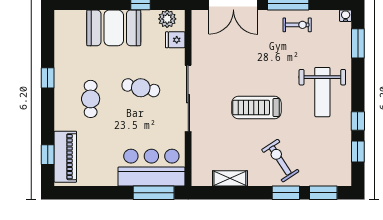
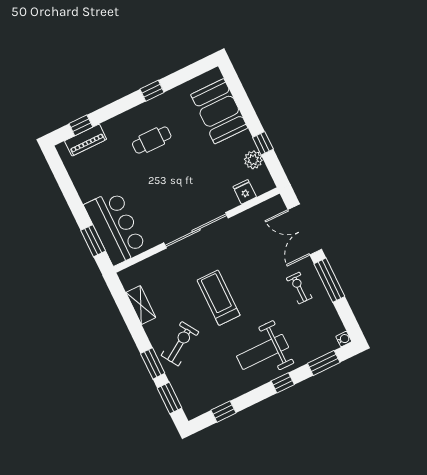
plant: (167, 19) -> (253, 160), moved
exercise bike: (297, 25) -> (299, 288), moved, turned 180
booth: (114, 28) -> (219, 111), moved
cafe table: (141, 88) -> (185, 182), removed
window: (358, 121) -> (283, 383), moved
piano: (65, 157) -> (86, 140), width x0.73, depth x0.75
window: (154, 193) -> (93, 241), width x0.69

